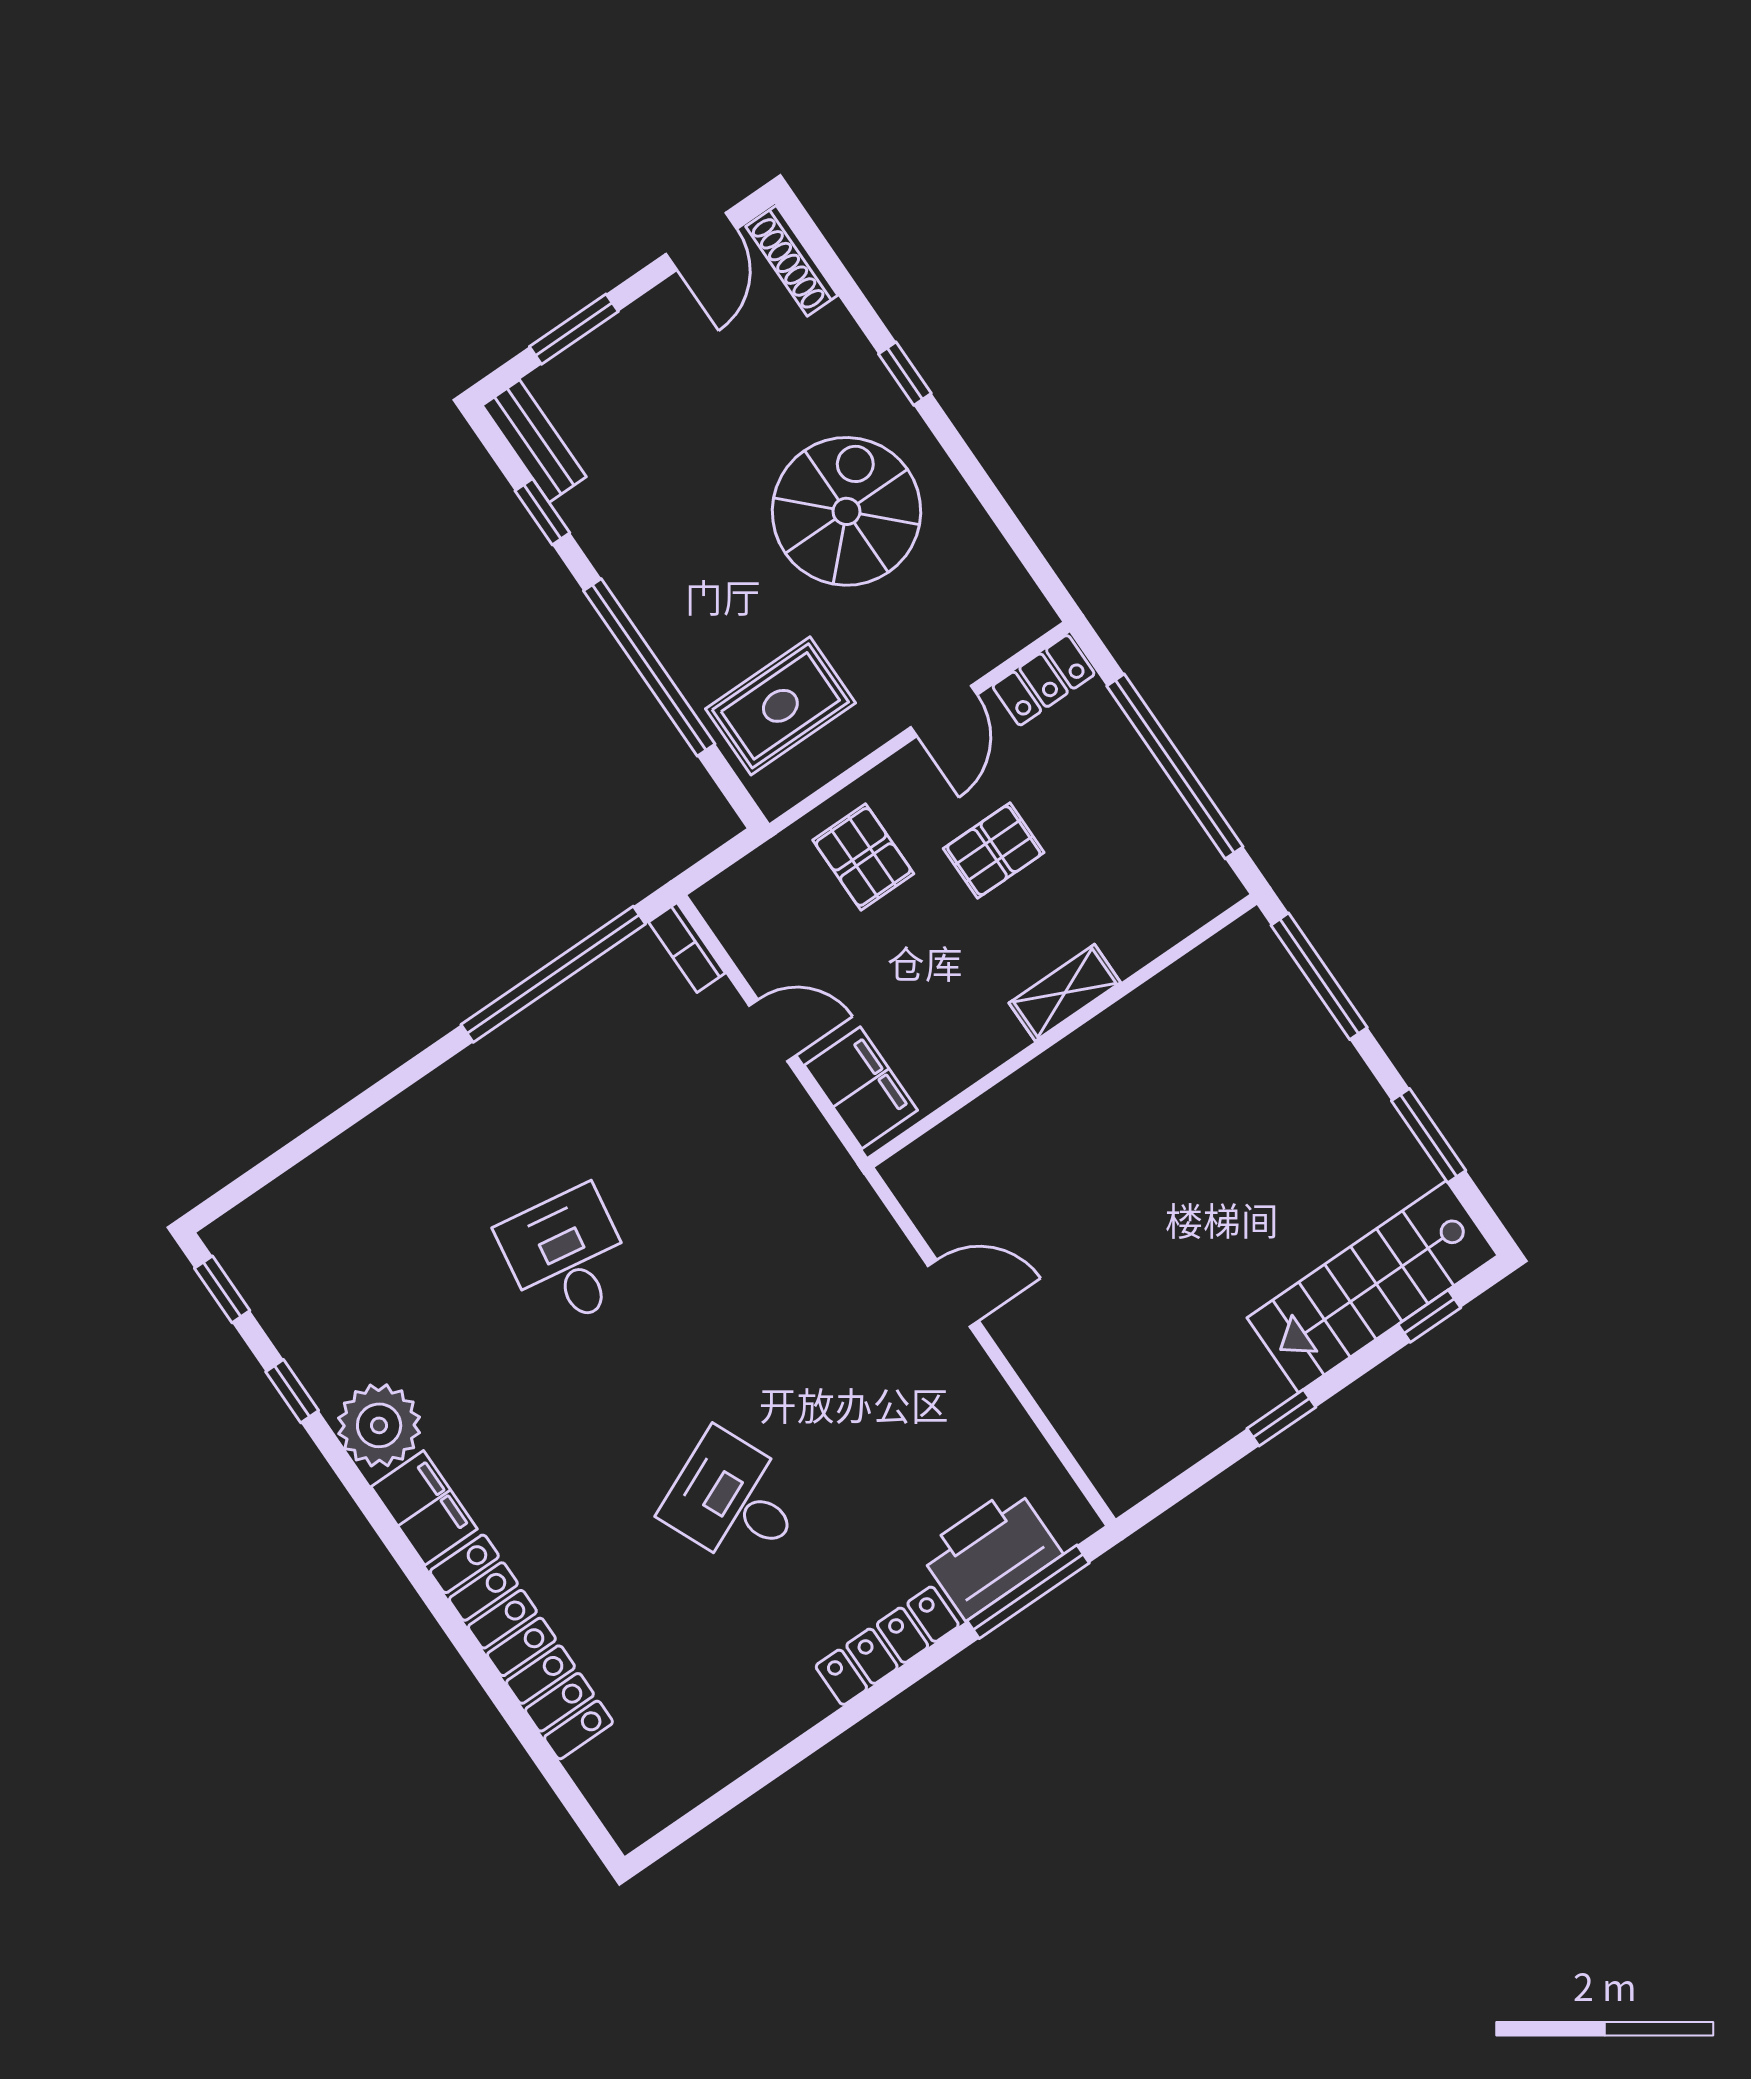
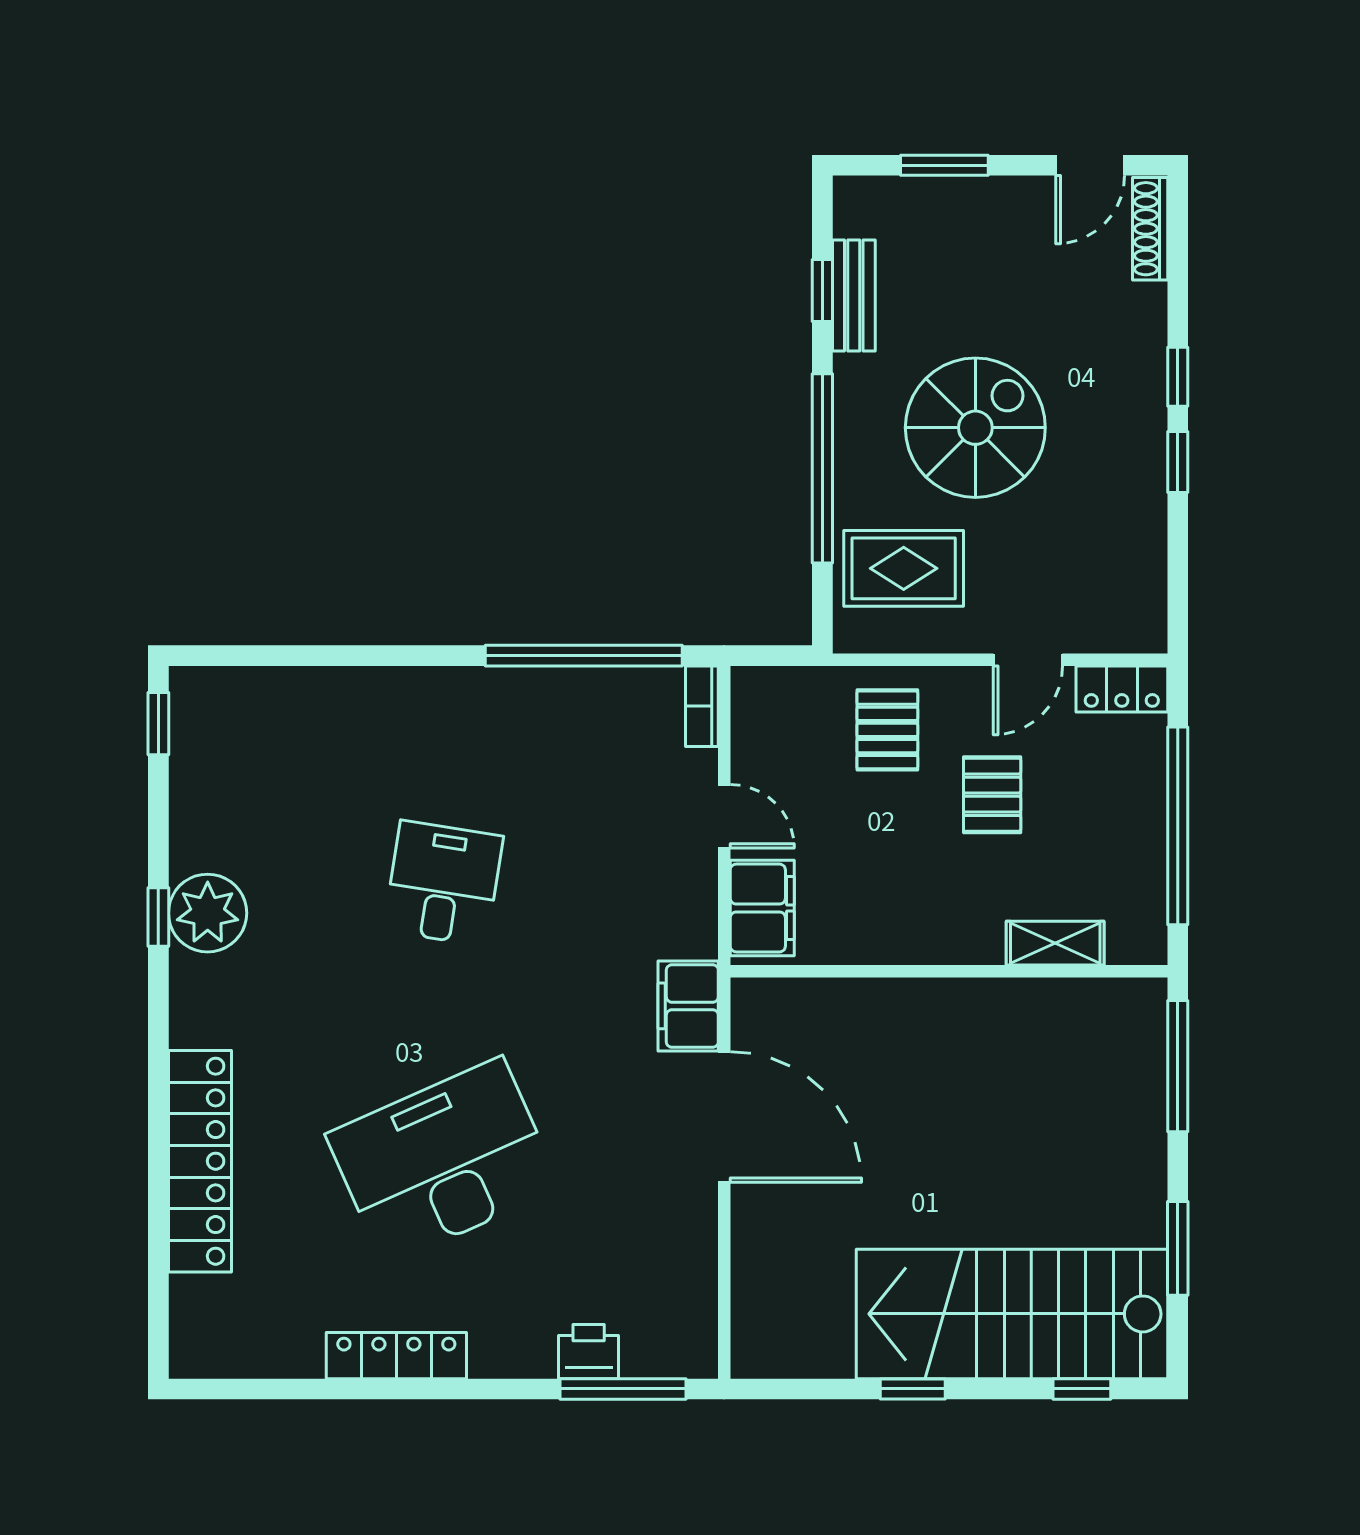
bench: (534, 441) -> (854, 296), moved
window: (956, 448) -> (1178, 462), added
spiral stairs: (846, 511) -> (975, 428), moved
pallet: (994, 851) -> (992, 795), turned 90
shelving: (1065, 993) -> (1055, 943), moved
stairs: (1372, 1287) -> (1012, 1314), width x1.36, depth x1.51
door: (953, 1293) -> (724, 1117), width x1.88
window: (292, 1391) -> (158, 917), moved
desk: (734, 1501) -> (443, 1161), width x1.87, depth x1.30
filing cabinet: (424, 1508) -> (688, 1006), moved, turned 180
printer: (991, 1553) -> (589, 1352), width x0.53, depth x0.68
locker: (887, 1646) -> (396, 1356), moved

